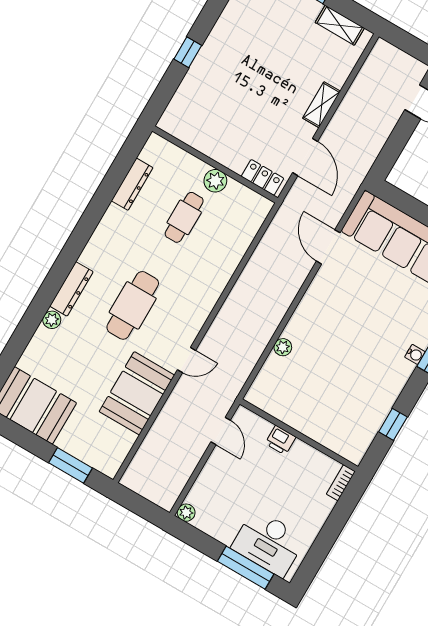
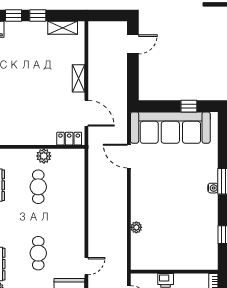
cafe table: (133, 305) -> (38, 253), width x0.73, depth x0.74

